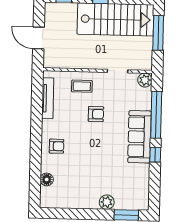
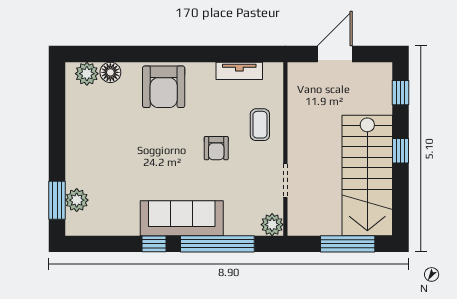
tv unit: (48, 98) -> (239, 71), width x0.71
armchair: (57, 146) -> (164, 87), width x1.88, depth x1.88
plant: (47, 194) -> (87, 74), added
plant: (107, 202) -> (77, 200), moved

